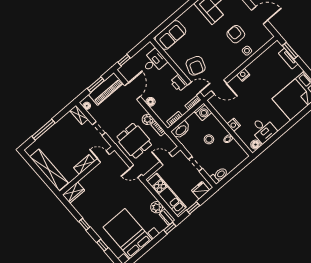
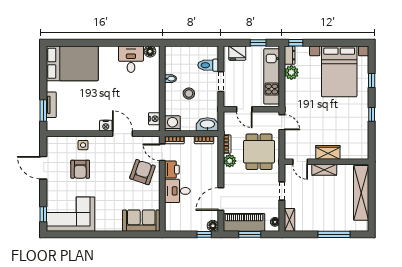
desk: (154, 61) -> (177, 191), moved
door: (219, 87) -> (122, 134), moved
floor lamp: (151, 102) -> (213, 226), moved
nightstand: (234, 125) -> (154, 119), moved
toilet: (219, 175) -> (208, 65), moved
wardrobe: (73, 193) -> (328, 152), moved

